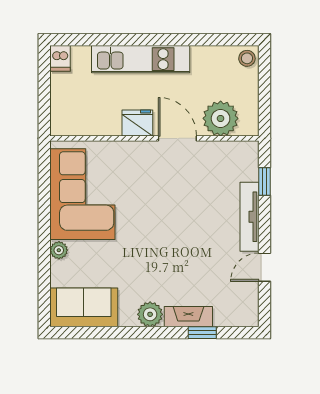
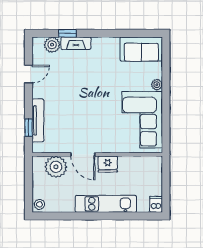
tv unit: (249, 217) -> (38, 120), moved
plant: (150, 314) -> (52, 45), moved

